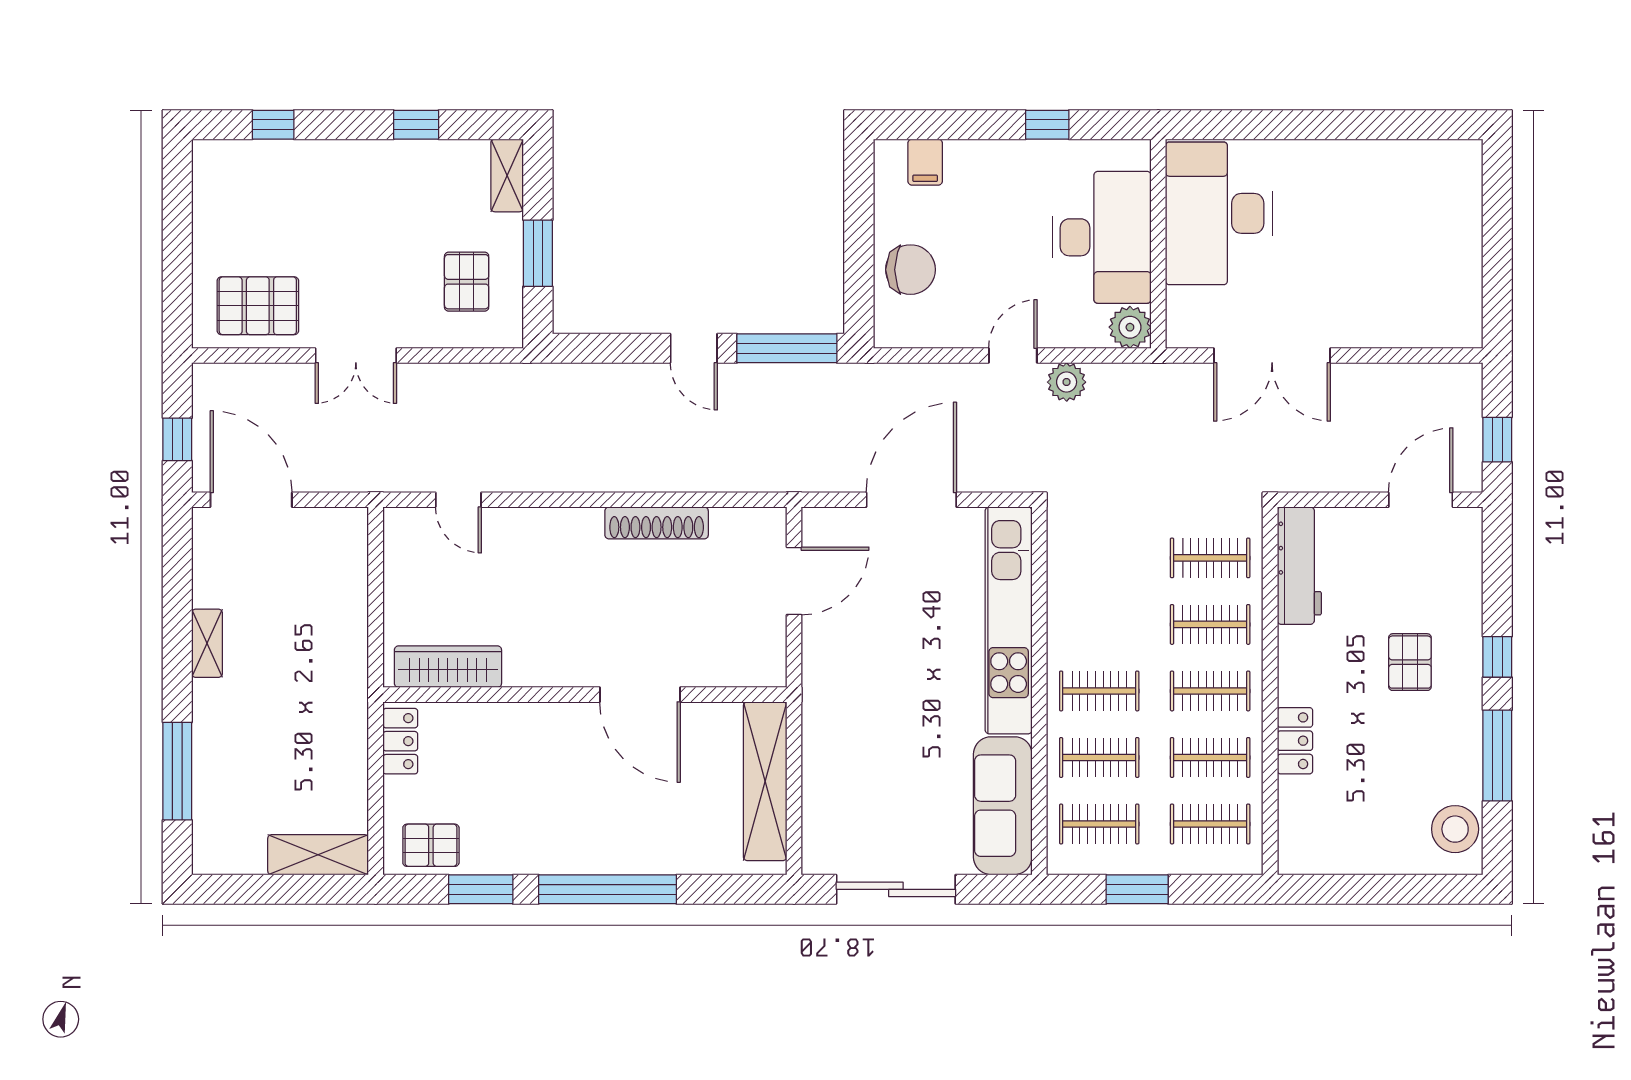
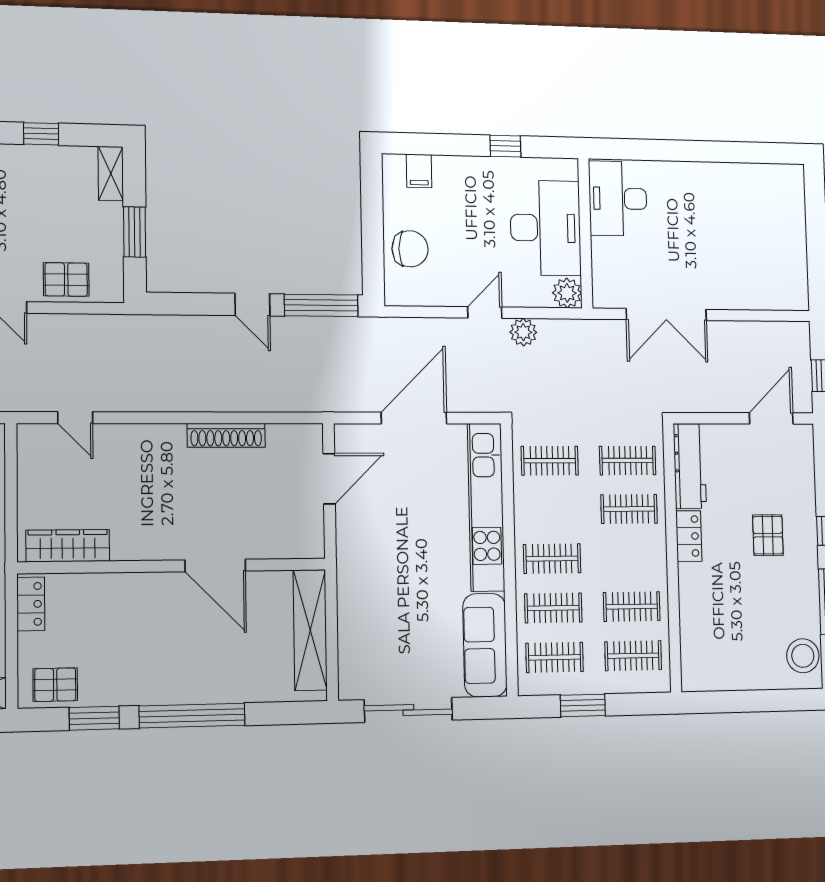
desk: (1219, 213) -> (618, 199), width x0.73, depth x0.77
pallet: (467, 282) -> (66, 279), moved, turned 90
clothes rail: (1210, 691) -> (550, 461), moved
locker: (1295, 741) -> (689, 536), moved

